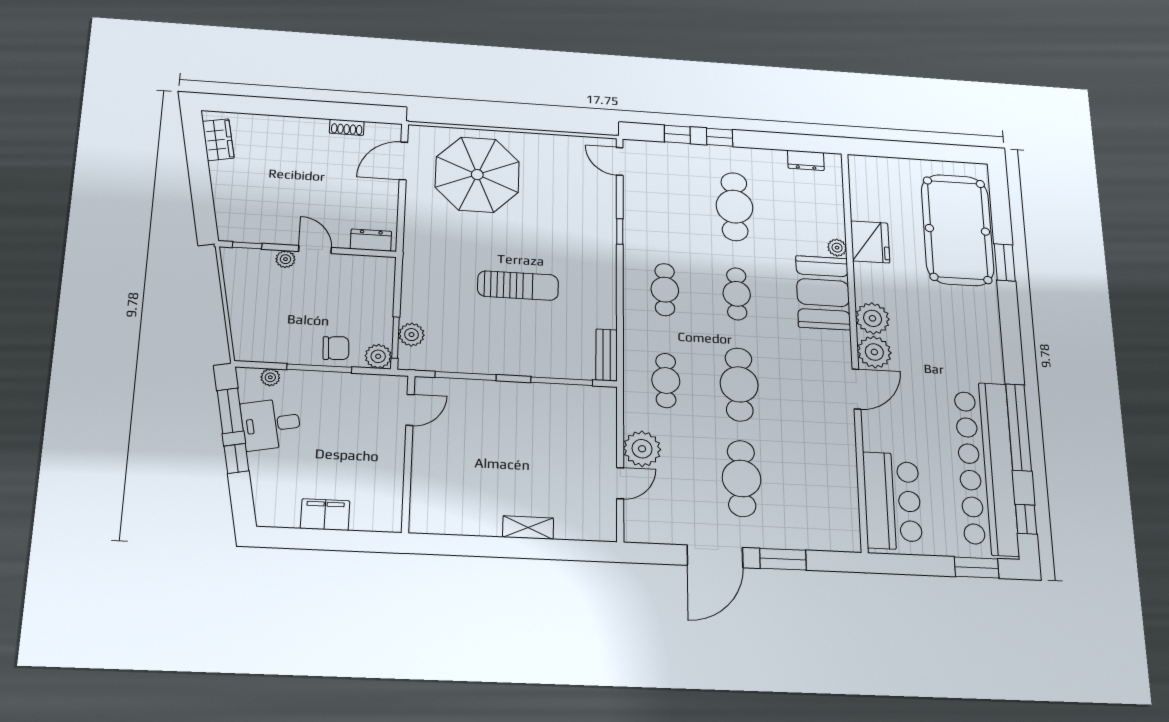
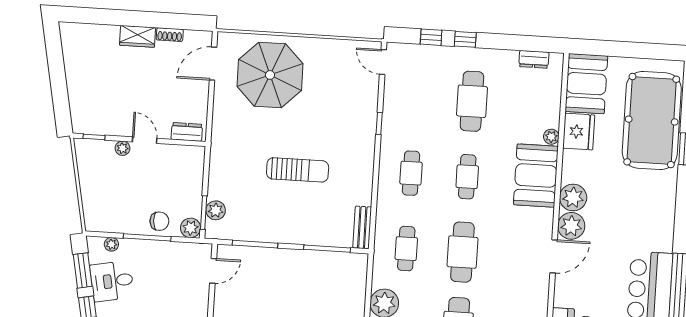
wardrobe: (218, 140) -> (138, 36), moved, turned 101
booth: (873, 188) -> (586, 84), added

